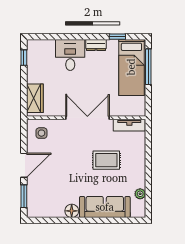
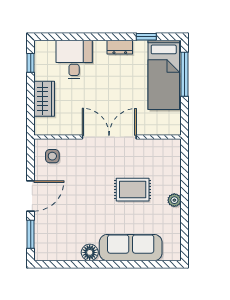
desk: (70, 55) -> (74, 59), moved
wardrobe: (35, 98) -> (44, 99), moved
tv unit: (129, 125) -> (161, 146), removed
plant: (140, 194) -> (174, 200), moved

